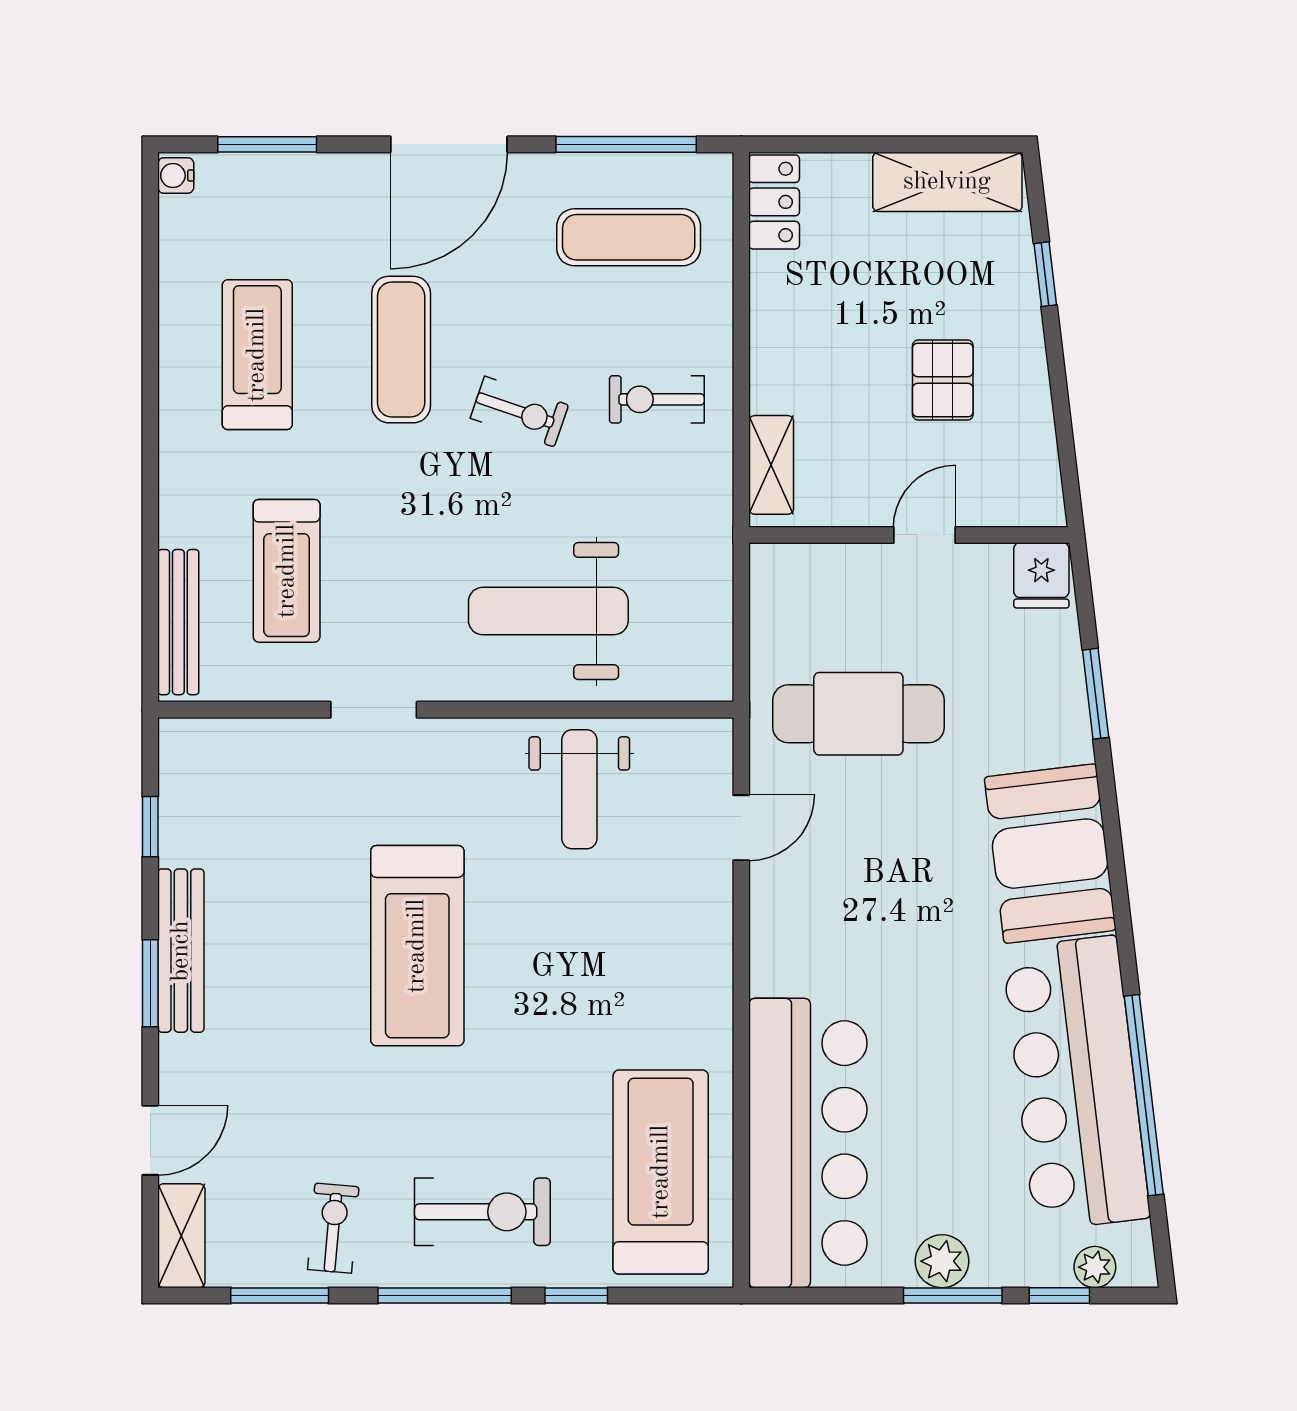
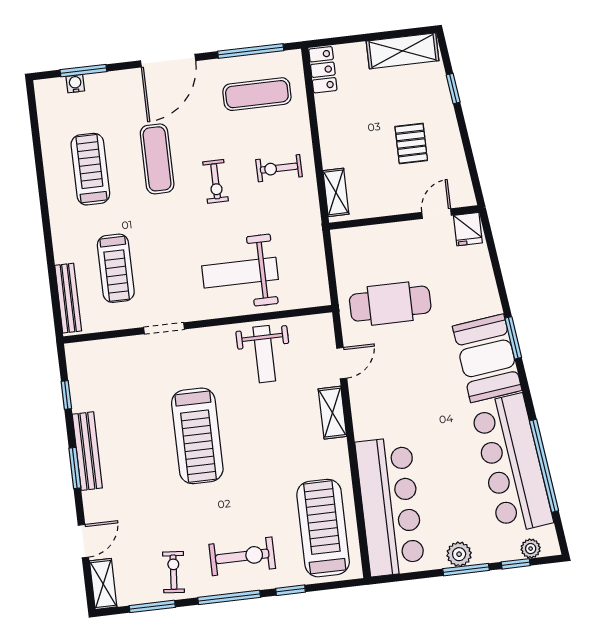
water cooler: (176, 176) -> (75, 84), moved, turned 90
exercise bike: (519, 412) -> (216, 181), turned 71
door: (925, 535) -> (437, 214), moved
window: (1096, 694) -> (513, 338), moved
shelving: (709, 930) -> (332, 413), added

